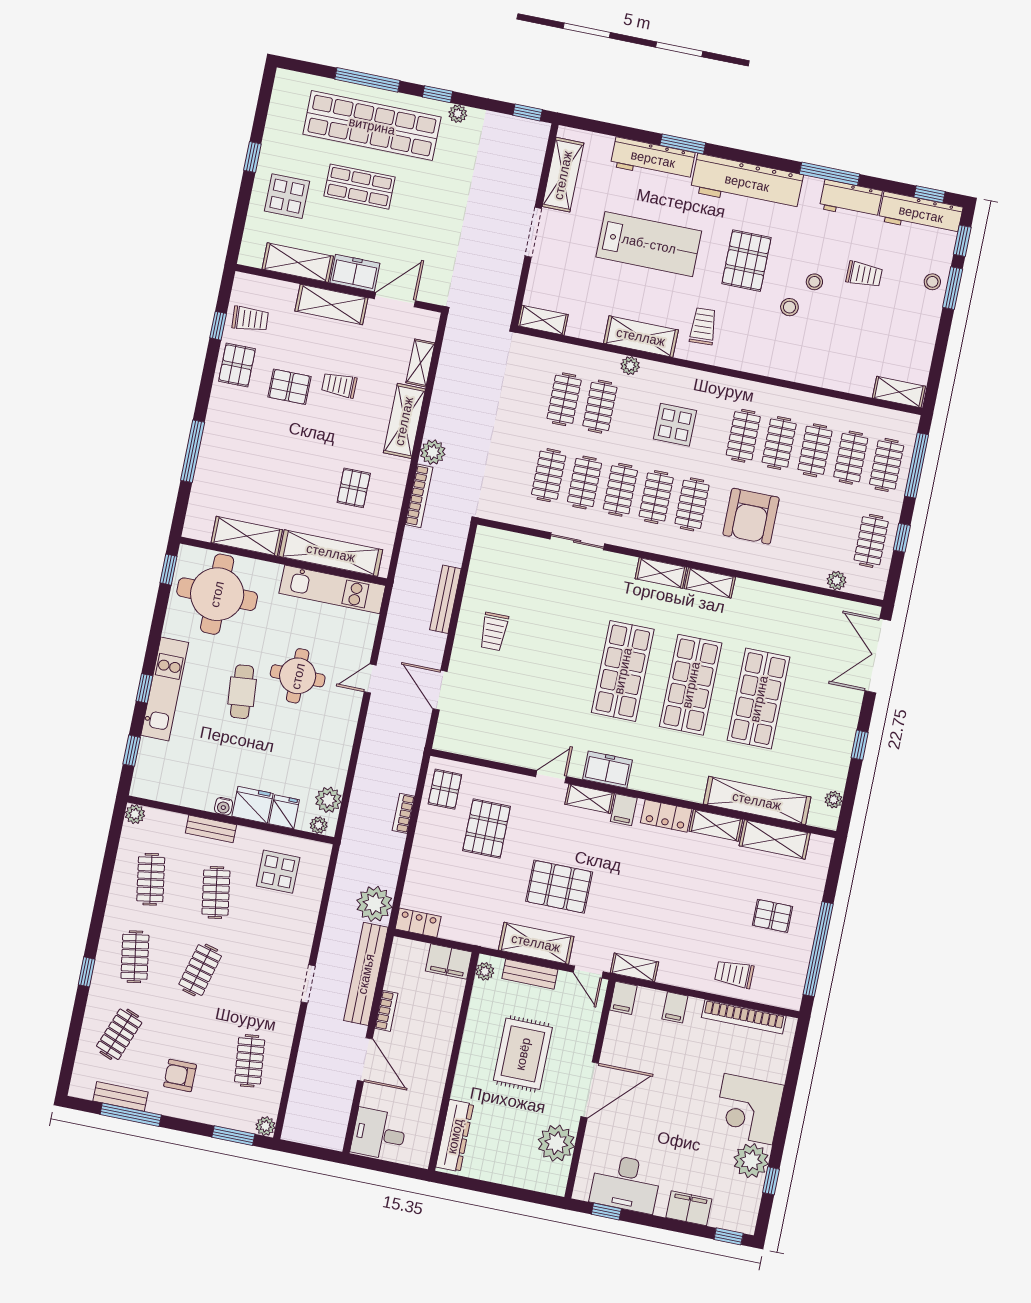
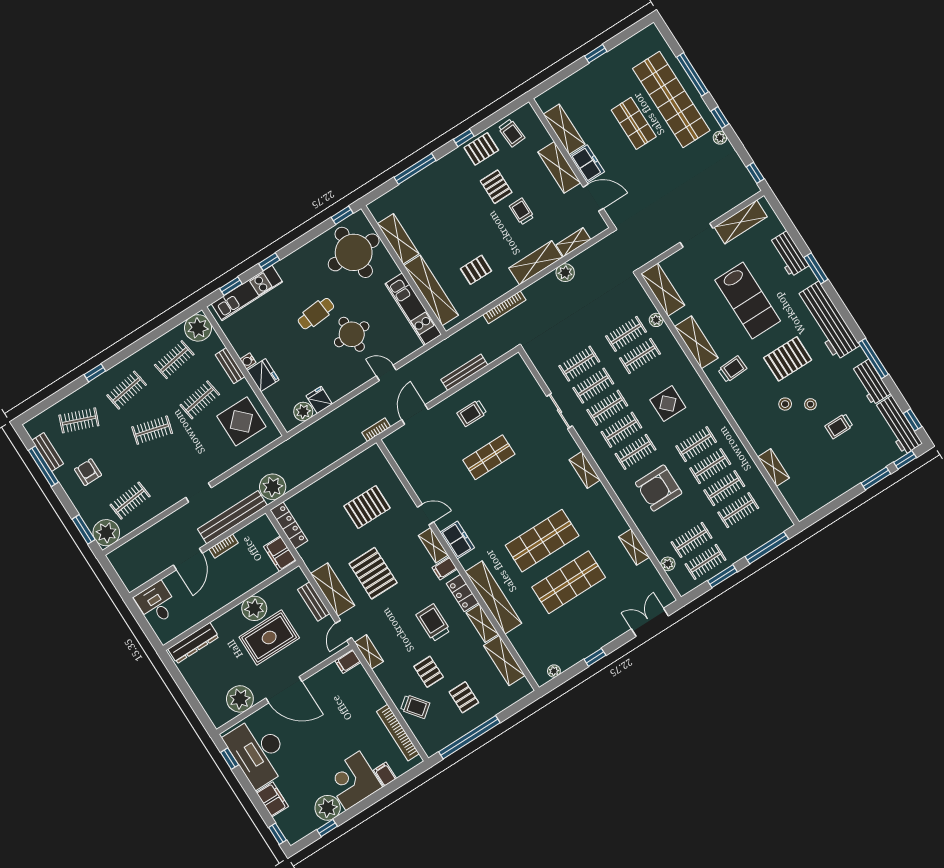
workbench: (653, 159) -> (789, 254), width x0.73
display table: (287, 196) -> (593, 91), removed
trolley: (864, 274) -> (839, 426), turned 90
stool: (932, 282) -> (869, 465), removed
shelving: (543, 320) -> (663, 290), width x1.50, depth x1.33
window: (218, 326) -> (464, 138), moved
plant: (630, 366) -> (656, 320), moved
shelving: (899, 392) -> (774, 467), moved
plant: (433, 452) -> (565, 273), moved
clothes rail: (887, 465) -> (692, 540), moved
window: (902, 538) -> (722, 576), width x1.50
shelving: (710, 583) -> (634, 547), moved
double door: (878, 656) -> (650, 622), width x0.73
shop shelf: (623, 671) -> (489, 457), moved, width x0.70, depth x0.74
kitchen unit: (165, 689) -> (247, 293), moved
pallet: (445, 789) -> (429, 672), moved, turned 90
shelving: (757, 801) -> (493, 597), moved
fridge: (284, 812) -> (319, 400), moved, turned -90
bookcase: (403, 813) -> (376, 430), moved
plant: (135, 814) -> (198, 328), width x1.87, depth x1.87
plant: (319, 825) -> (285, 419), removed
display table: (278, 872) -> (241, 421), width x1.36, depth x1.36
trolley: (667, 874) -> (433, 623), added
locker: (418, 923) -> (289, 525), width x1.53
plant: (485, 971) -> (254, 608), moved, width x1.88, depth x1.88
trolley: (734, 974) -> (415, 707), turned 142
filing cabinet: (675, 1007) -> (385, 774), moved, turned 90
plant: (265, 1126) -> (106, 533), width x1.87, depth x1.87
desk: (626, 1183) -> (258, 752), width x1.36, depth x1.30

